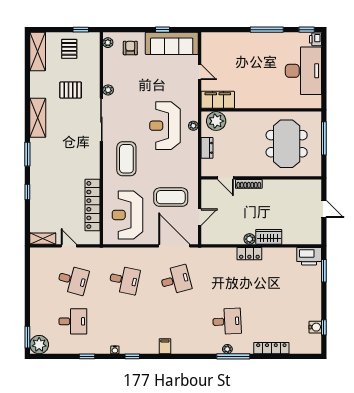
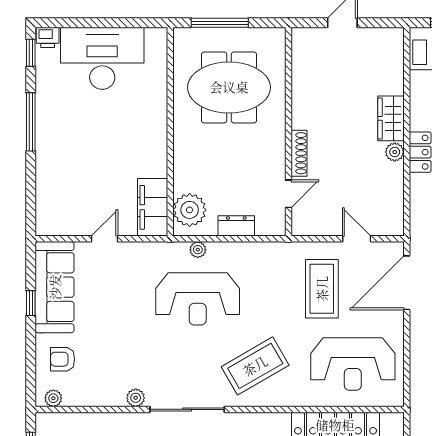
coffee table: (126, 159) -> (255, 366), turned -30

